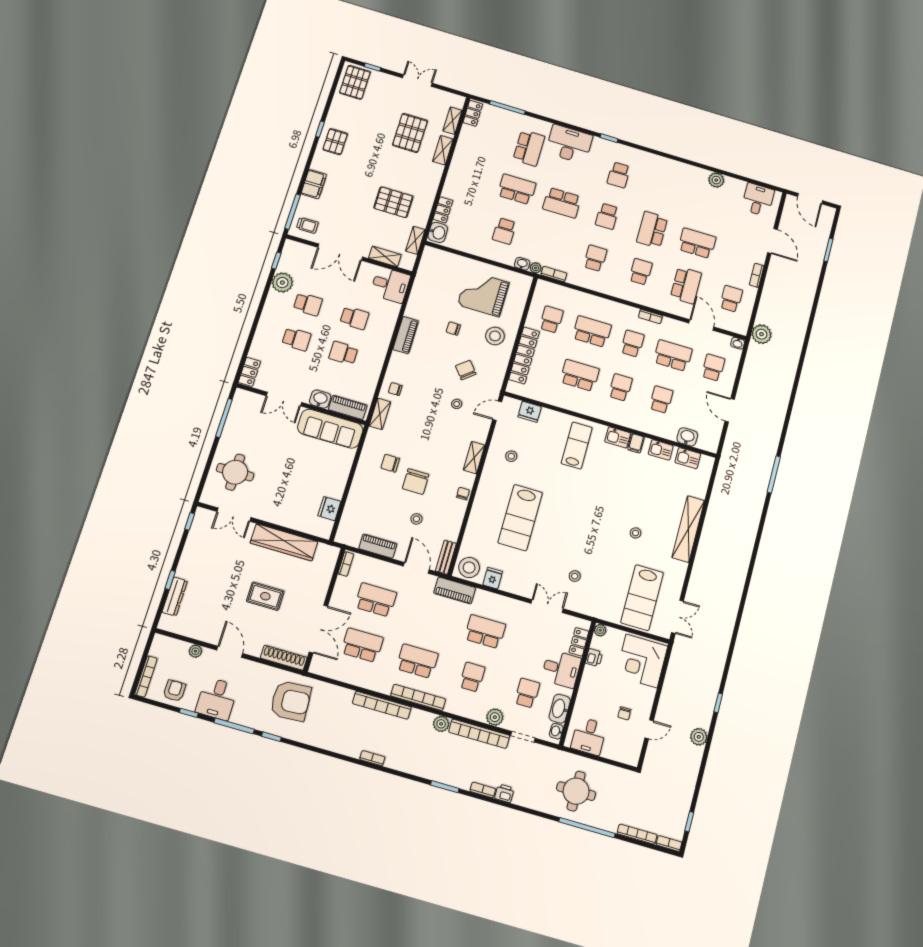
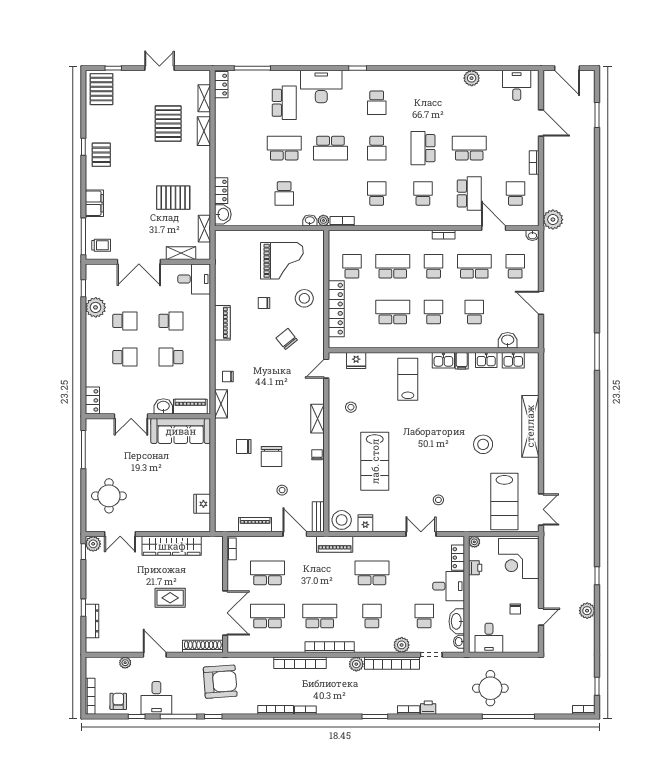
grand piano: (483, 294) -> (282, 261), turned 180
stool: (457, 404) -> (288, 373), removed
plant: (202, 516) -> (93, 544), added
stool: (636, 533) -> (483, 444), width x1.89, depth x1.89
bookcase: (637, 834) -> (276, 710), moved

